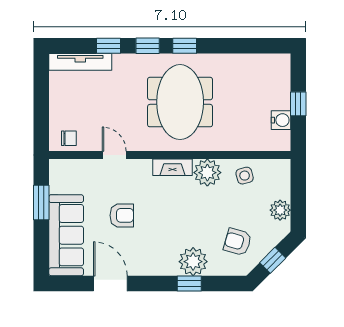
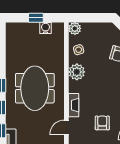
meeting table: (180, 102) -> (35, 88), turned 90
fireplace: (172, 167) -> (74, 105), moved
plant: (280, 210) -> (75, 28), moved

